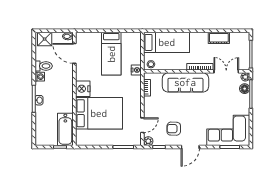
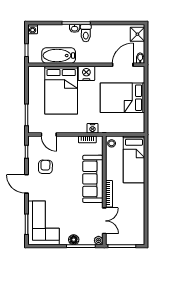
cot: (219, 38) -> (139, 213), removed
bed: (111, 54) -> (122, 98), width x1.50
toilet: (44, 66) -> (86, 33), moved
nightstand: (136, 70) -> (92, 128), moved
washing machine: (40, 77) -> (33, 29), moved
floor lamp: (245, 89) -> (74, 240), moved
bathtub: (65, 129) -> (59, 56), moved
plant: (148, 141) -> (33, 141), removed

